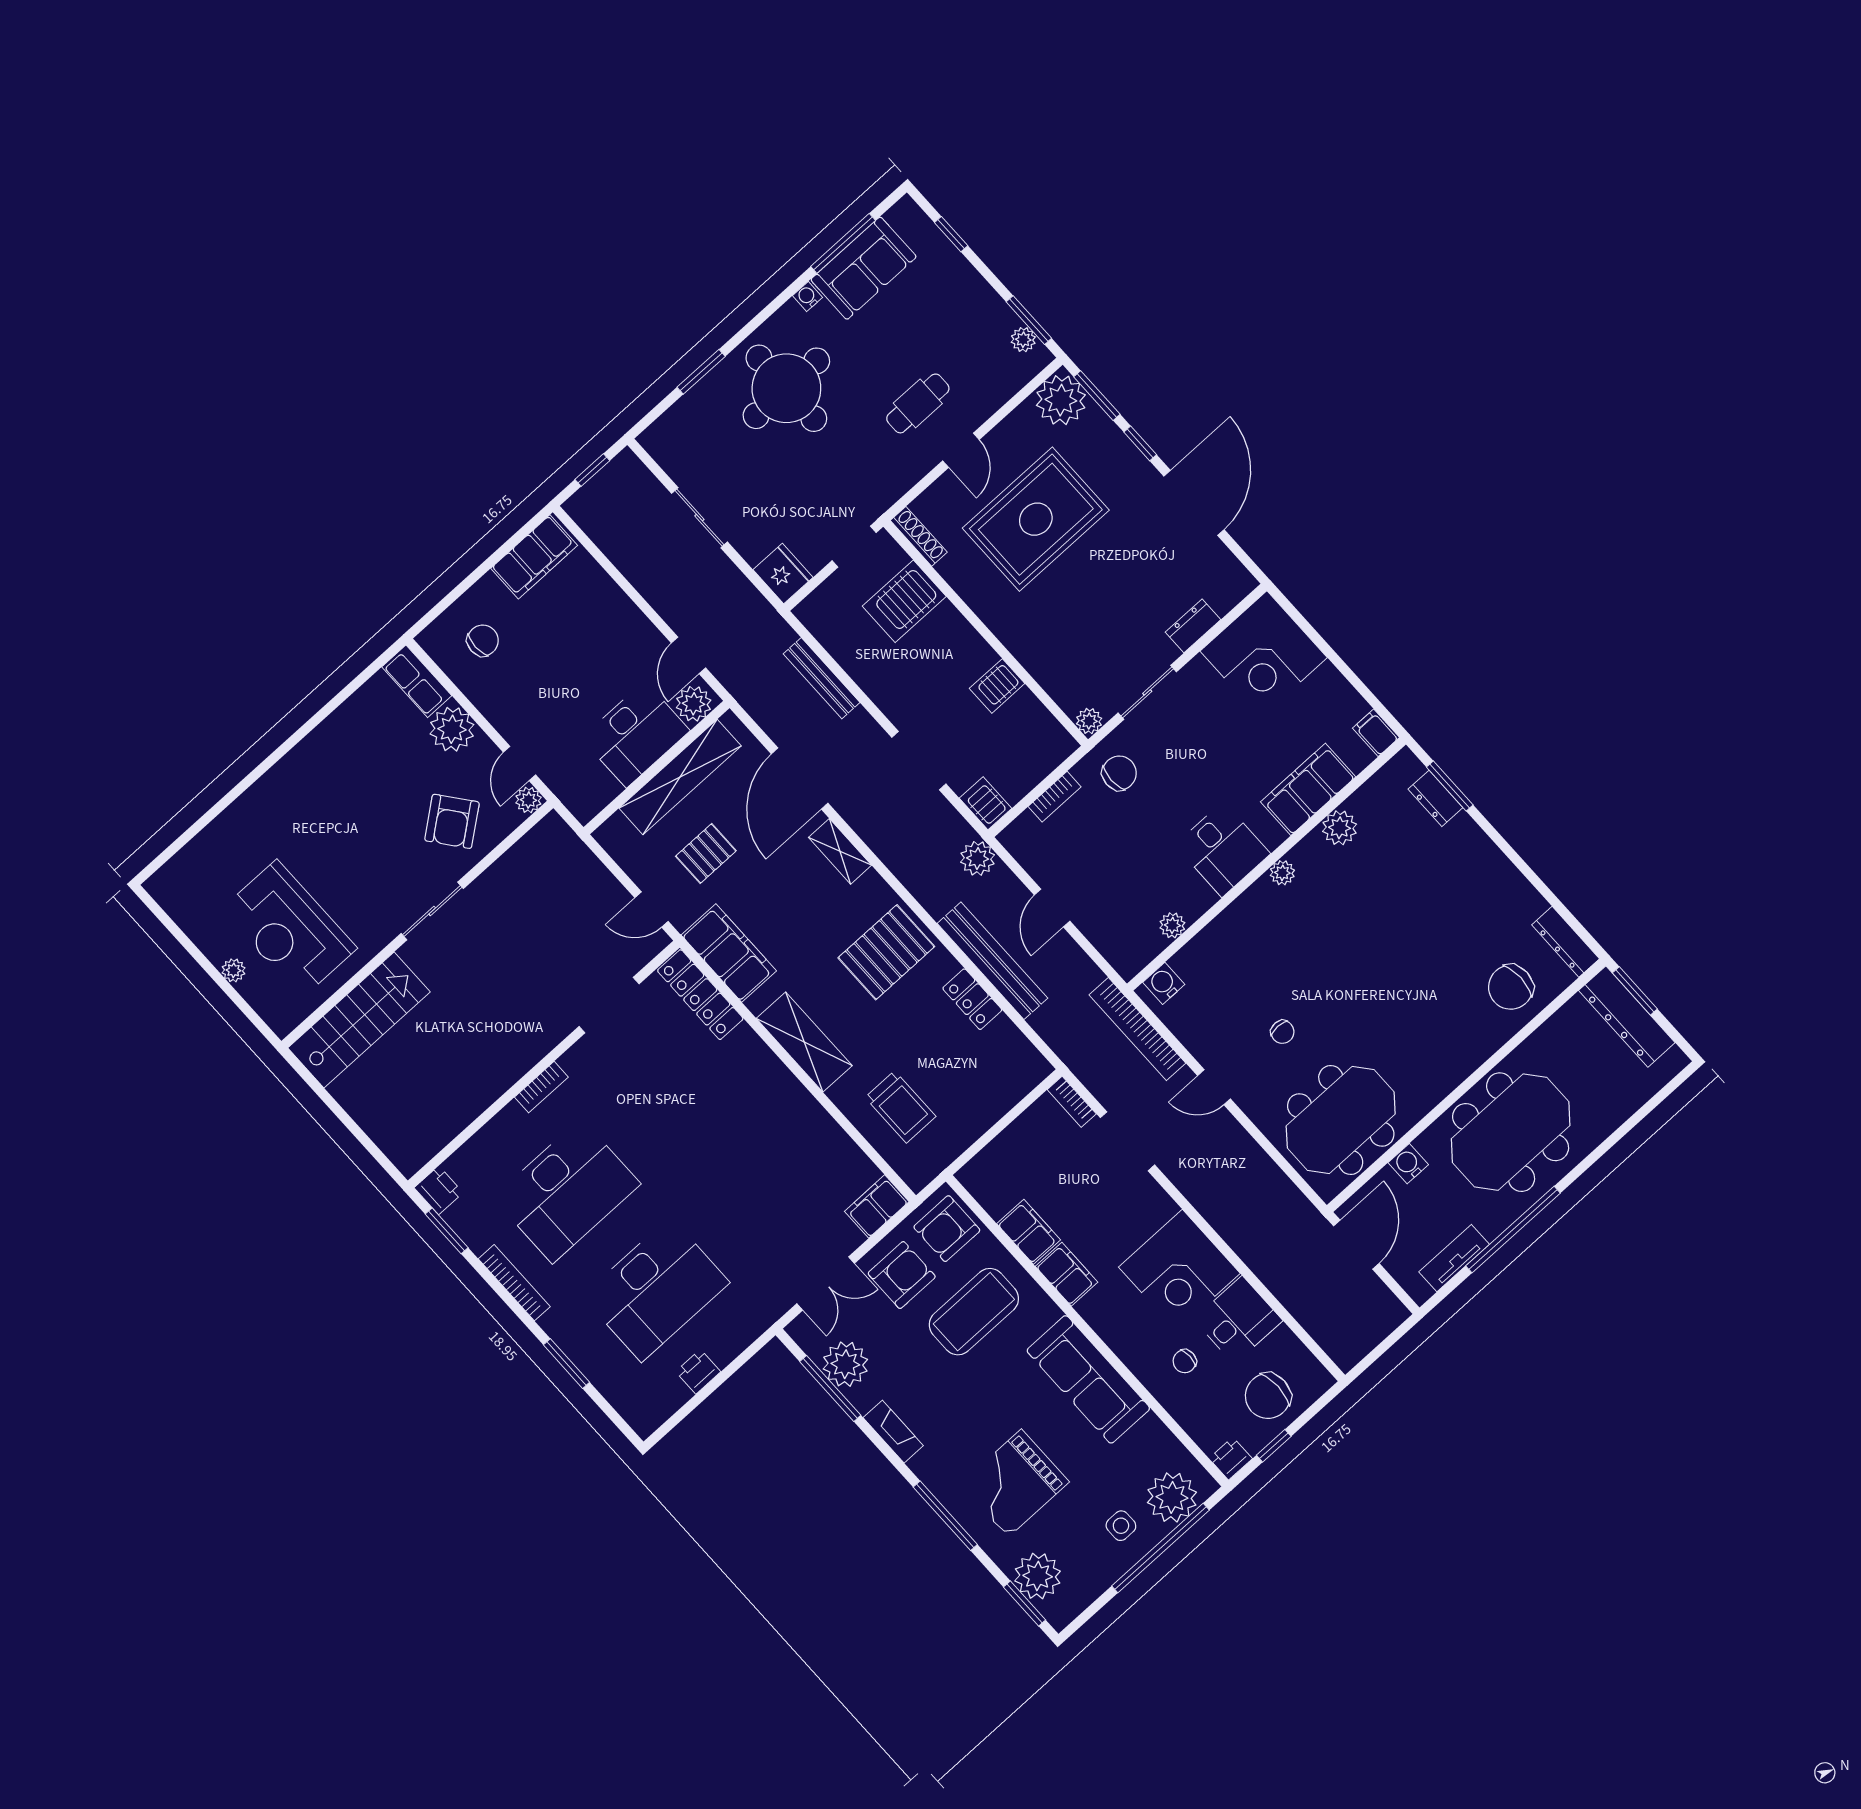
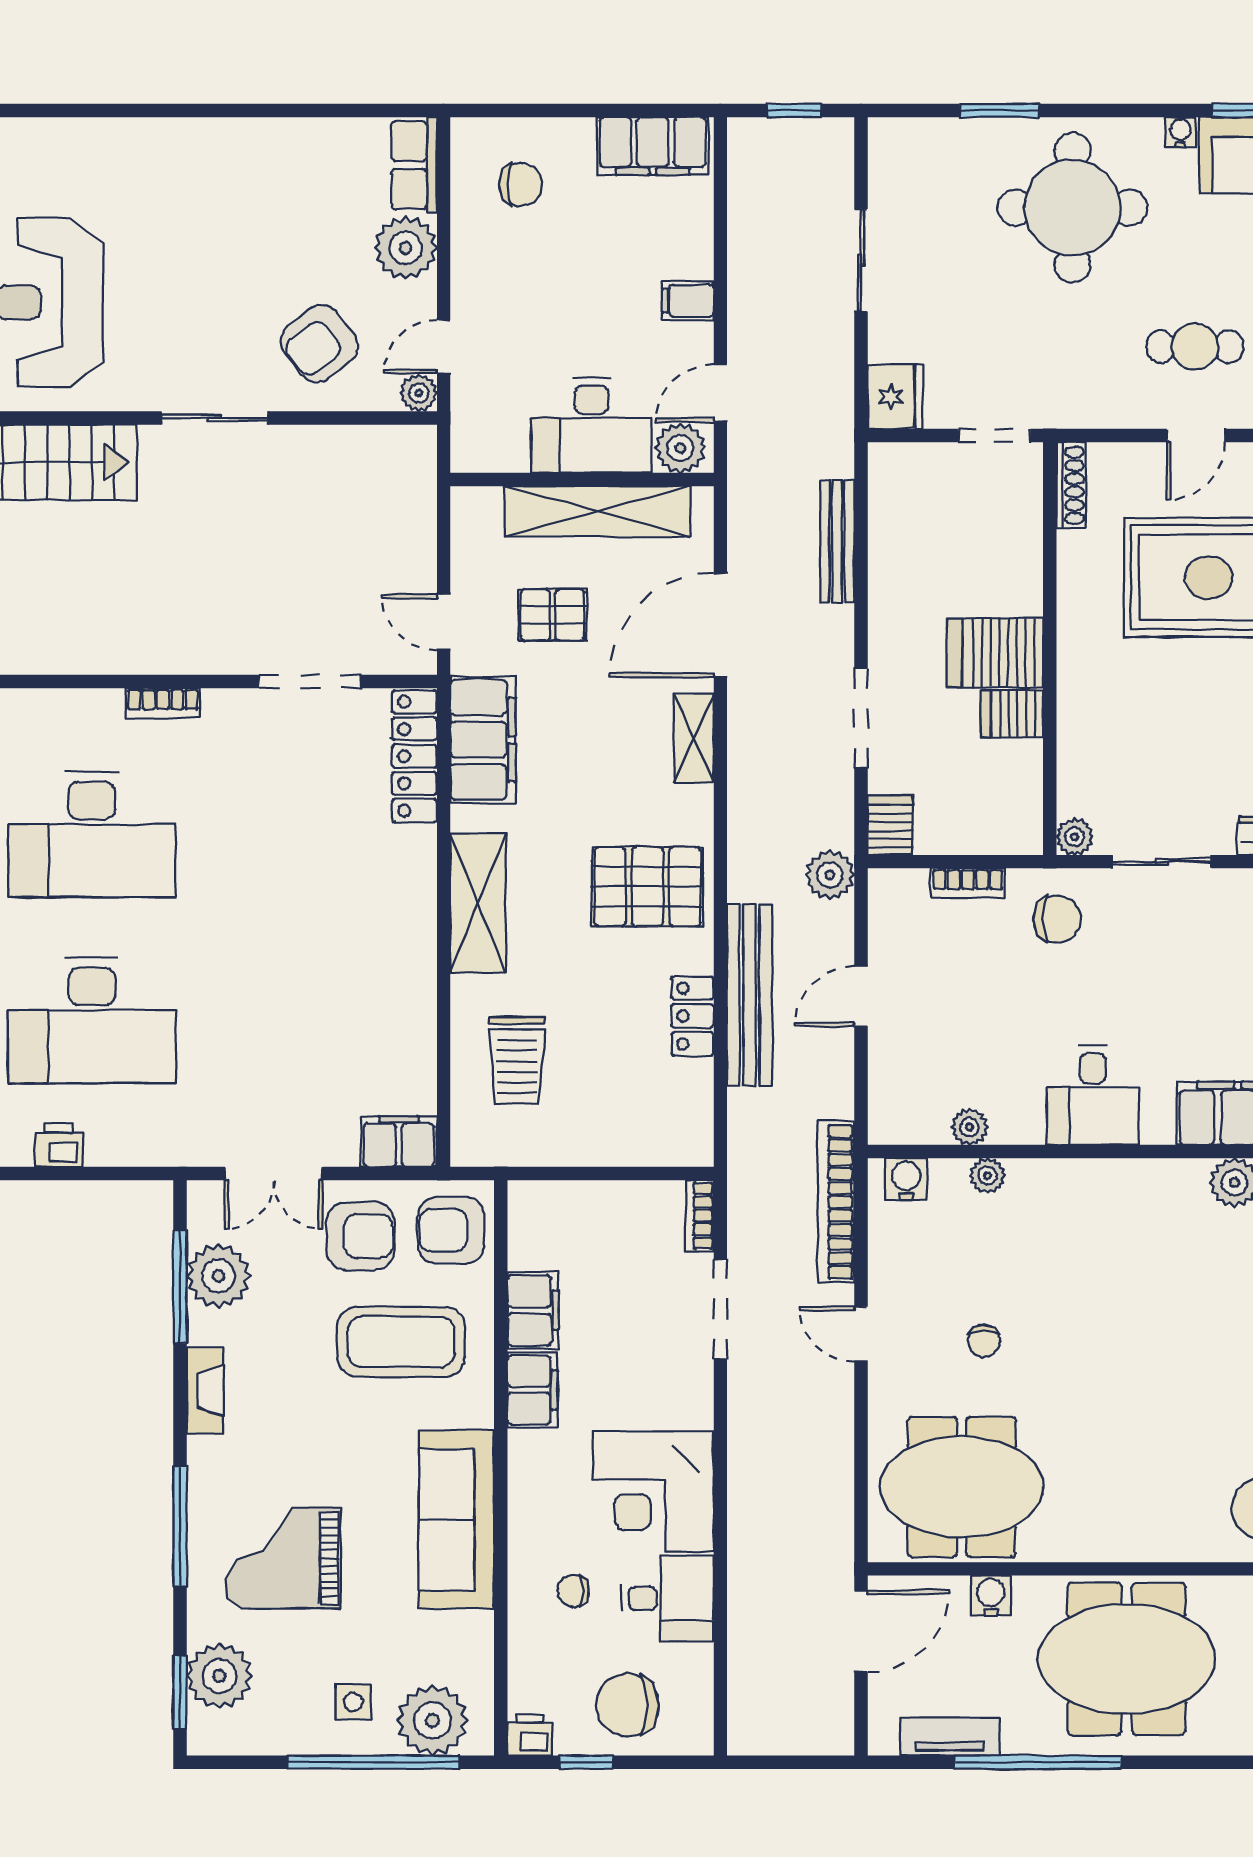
server rack: (904, 601) -> (995, 653), moved
filing cabinet: (627, 622) -> (688, 301), added
plant: (1282, 873) -> (988, 1176), moved

